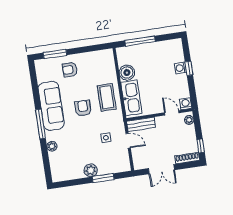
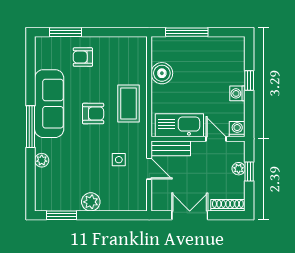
washing machine: (180, 68) -> (237, 93), moved
kitchen sink: (131, 98) -> (179, 125), moved, turned -90
armchair: (83, 108) -> (93, 114), turned 90
plant: (189, 120) -> (239, 169), moved
window: (201, 146) -> (249, 172), moved
double door: (161, 169) -> (190, 215), swing flipped
window: (103, 178) -> (61, 215), moved

